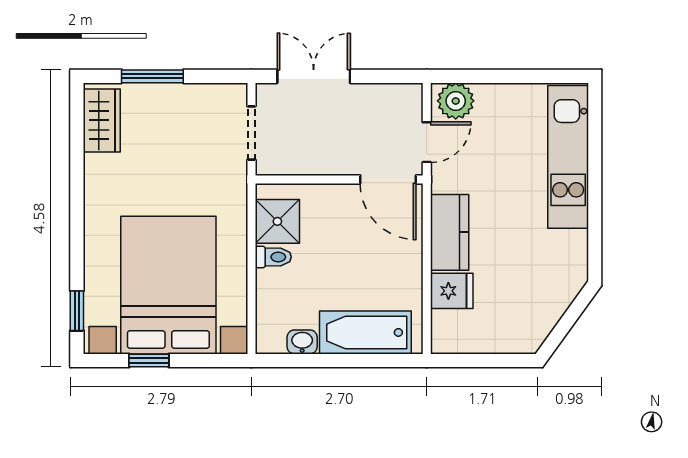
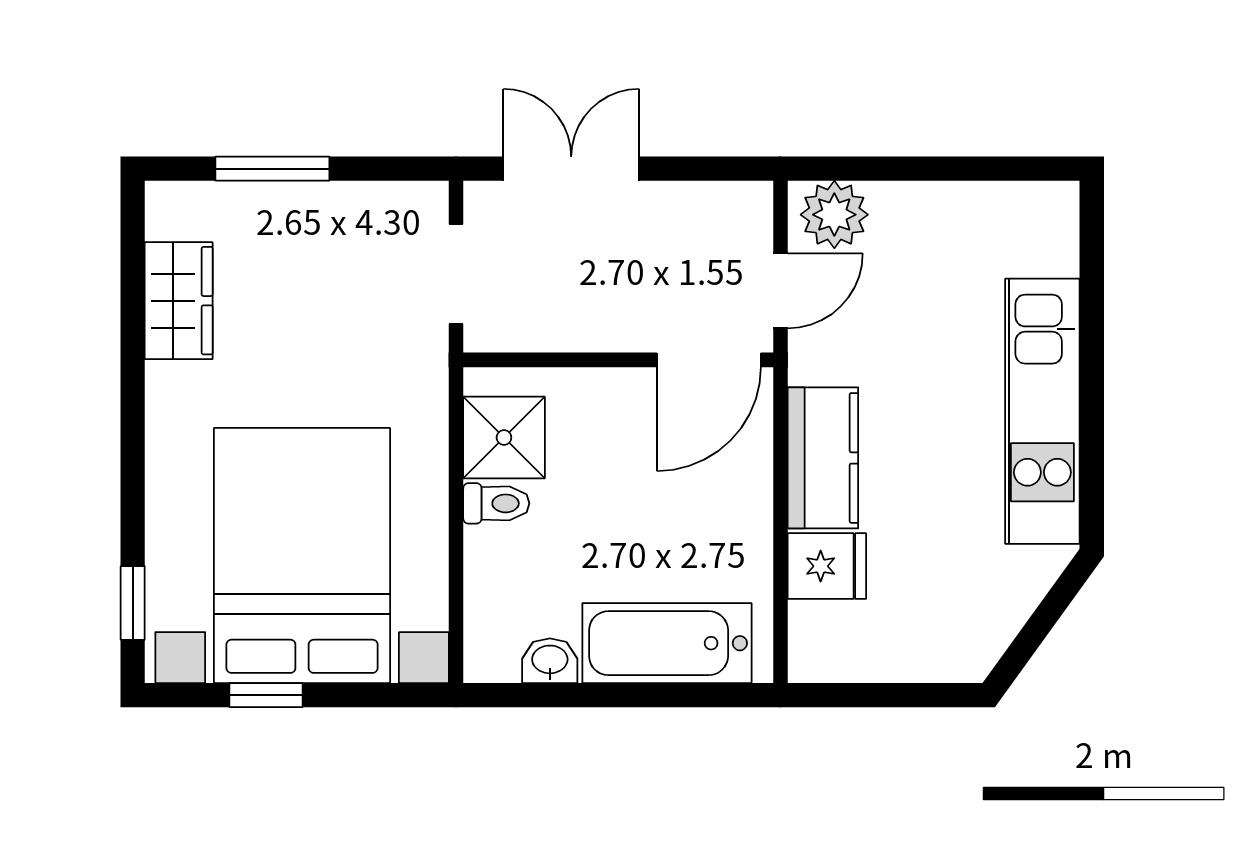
wardrobe: (102, 120) -> (179, 301), moved
kitchen unit: (568, 157) -> (1042, 411), moved
door: (388, 179) -> (709, 360), hinge flipped

